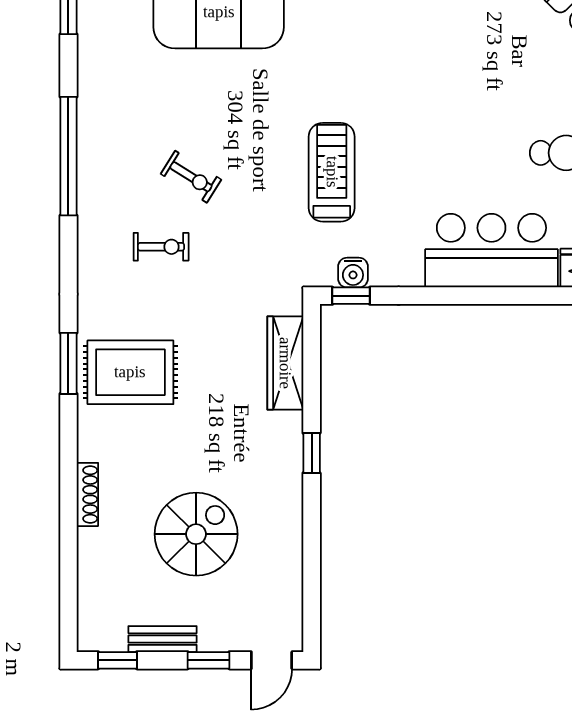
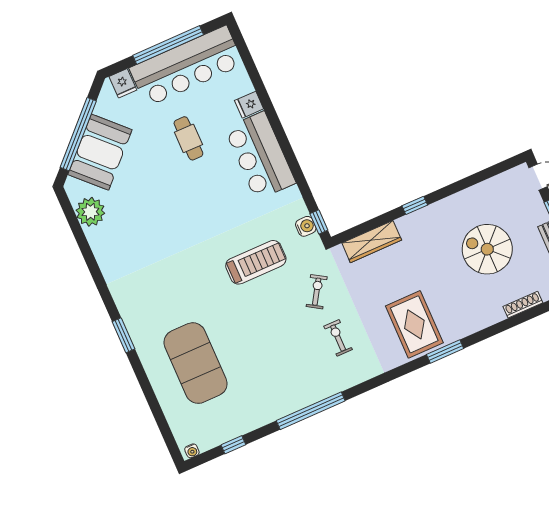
treadmill: (332, 172) -> (256, 262), turned 180
exercise bike: (191, 177) -> (317, 292), moved
window: (68, 363) -> (445, 351), moved
shoe rack: (87, 494) -> (523, 305), moved

